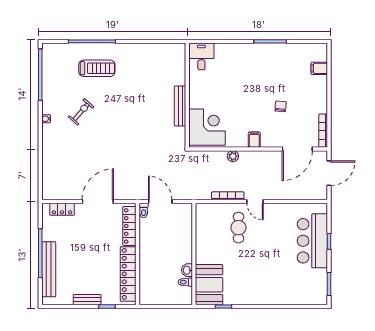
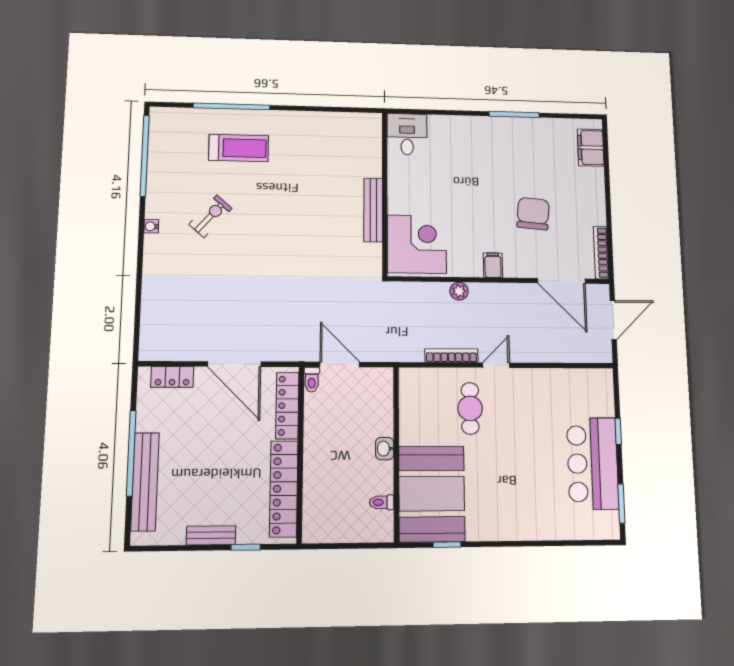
filing cabinet: (319, 68) -> (591, 148), width x2.00
chair: (281, 106) -> (533, 214), width x1.87, depth x1.87
door: (297, 149) -> (561, 281), hinge flipped
door: (98, 202) -> (234, 364), swing flipped
door: (255, 202) -> (496, 365), swing flipped
bar counter: (312, 241) -> (593, 464), moved
washbasin: (187, 270) -> (385, 449), moved
booth: (209, 285) -> (432, 494), width x1.36, depth x1.42

